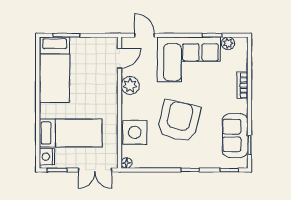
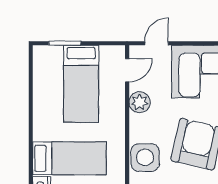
door: (145, 35) -> (157, 43), hinge flipped
bed: (55, 70) -> (81, 84), moved

